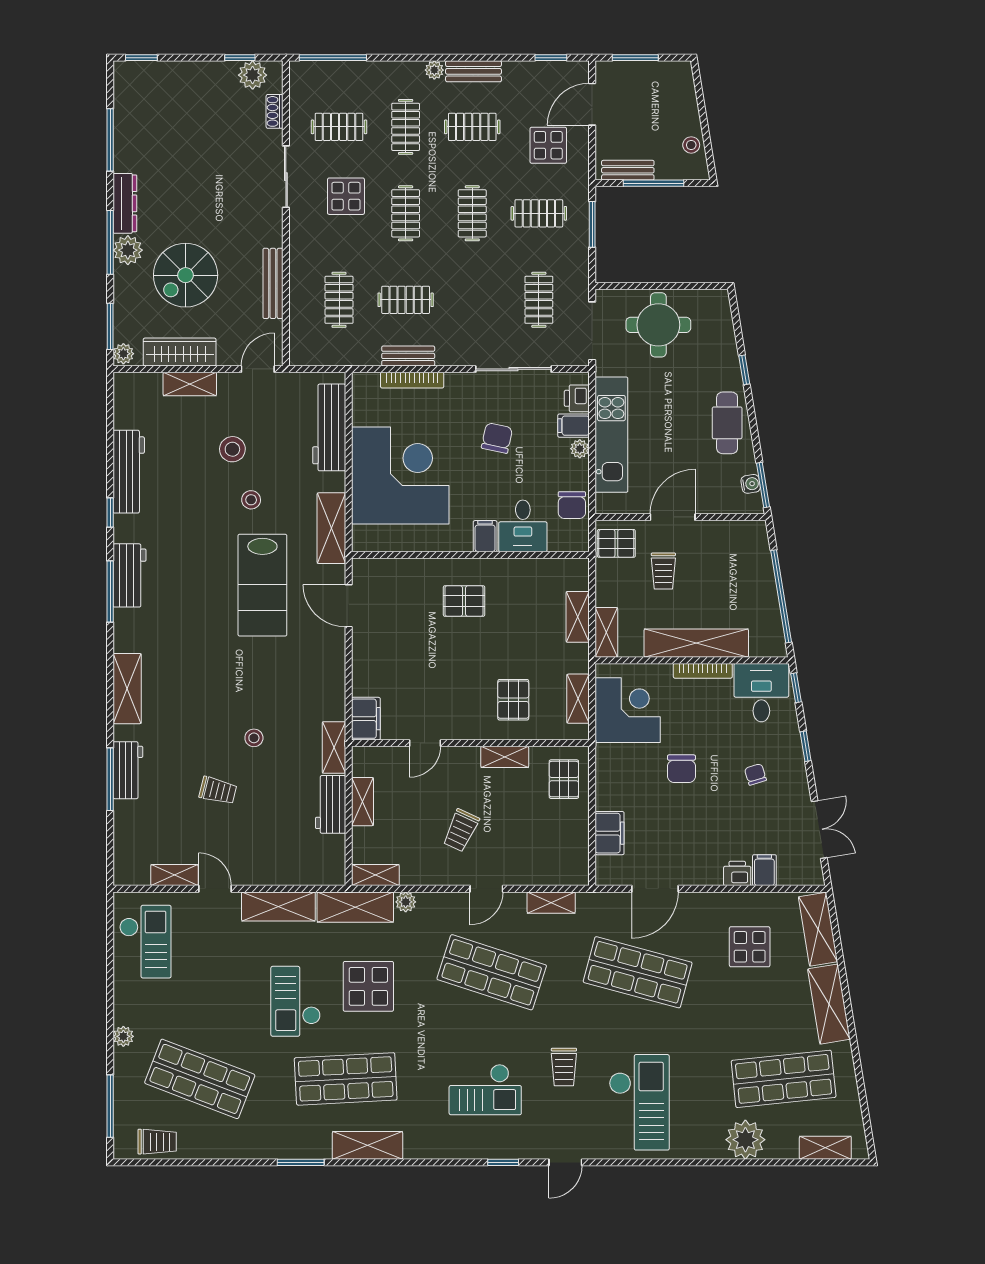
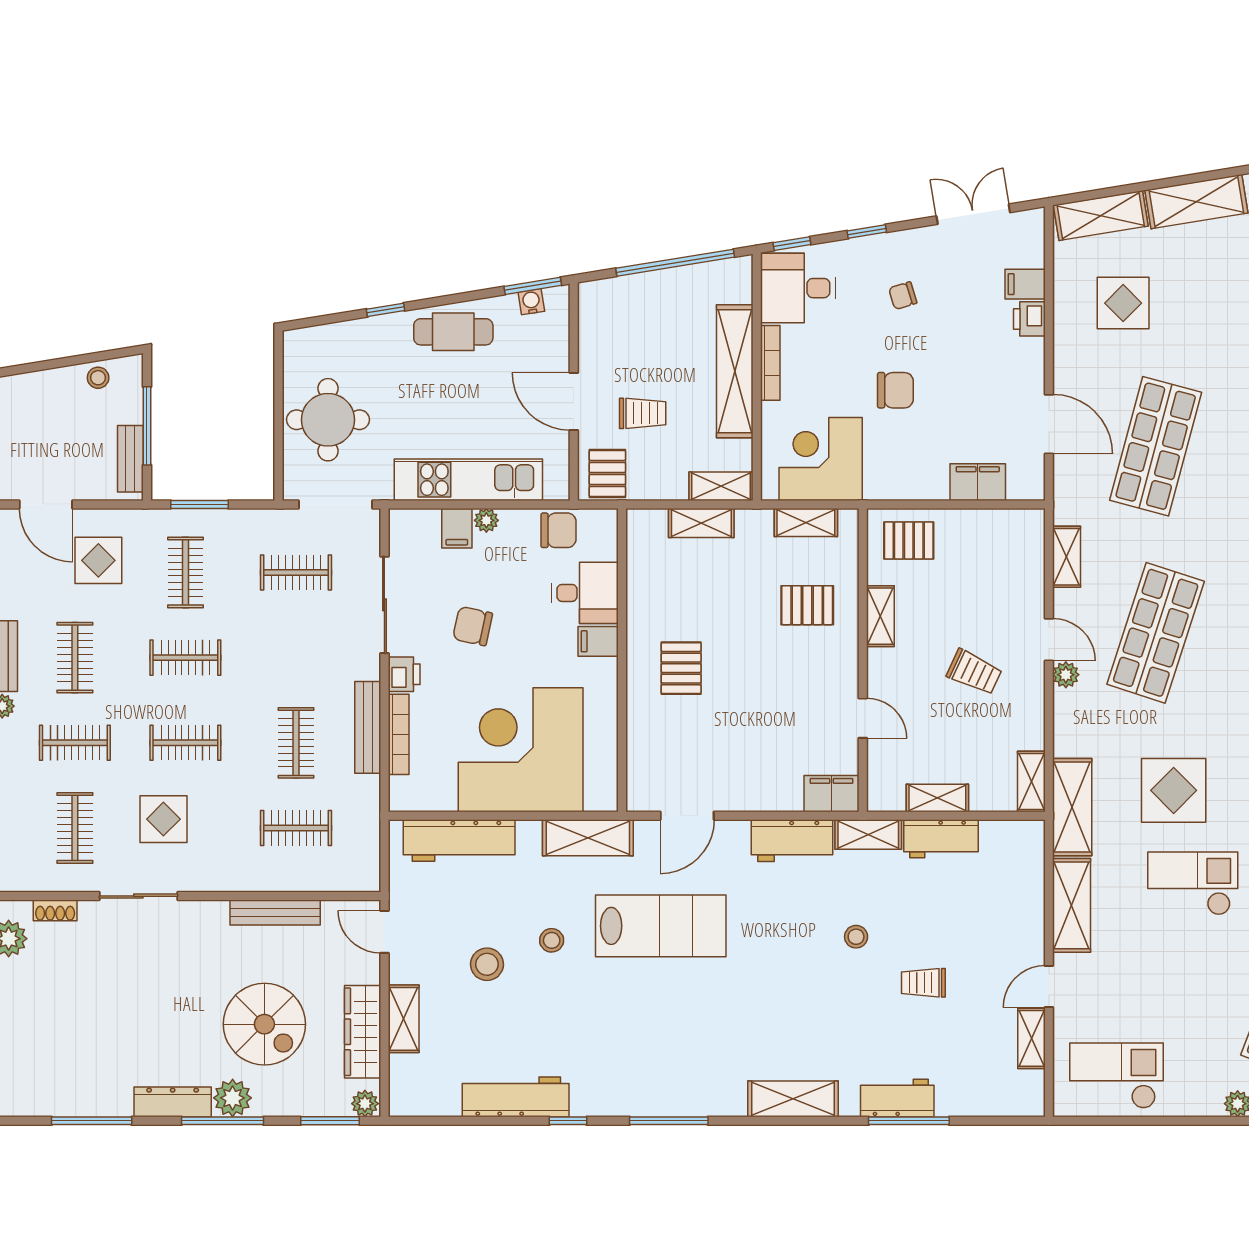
bench: (408, 356) -> (368, 727), width x1.36
printer: (577, 398) -> (404, 674), moved, turned -90
workbench: (129, 575) -> (792, 841), moved, turned 180
trolley: (218, 791) -> (923, 983), turned -104
plant: (406, 902) -> (1066, 675), moved
checkout: (296, 1001) -> (1193, 883), turned 180

